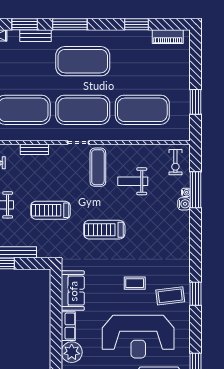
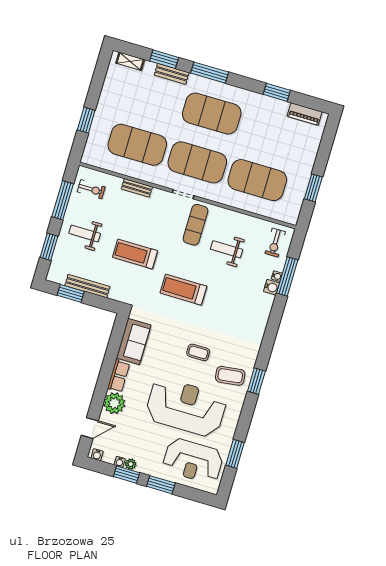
reception desk: (138, 337) -> (186, 407), turned 180

